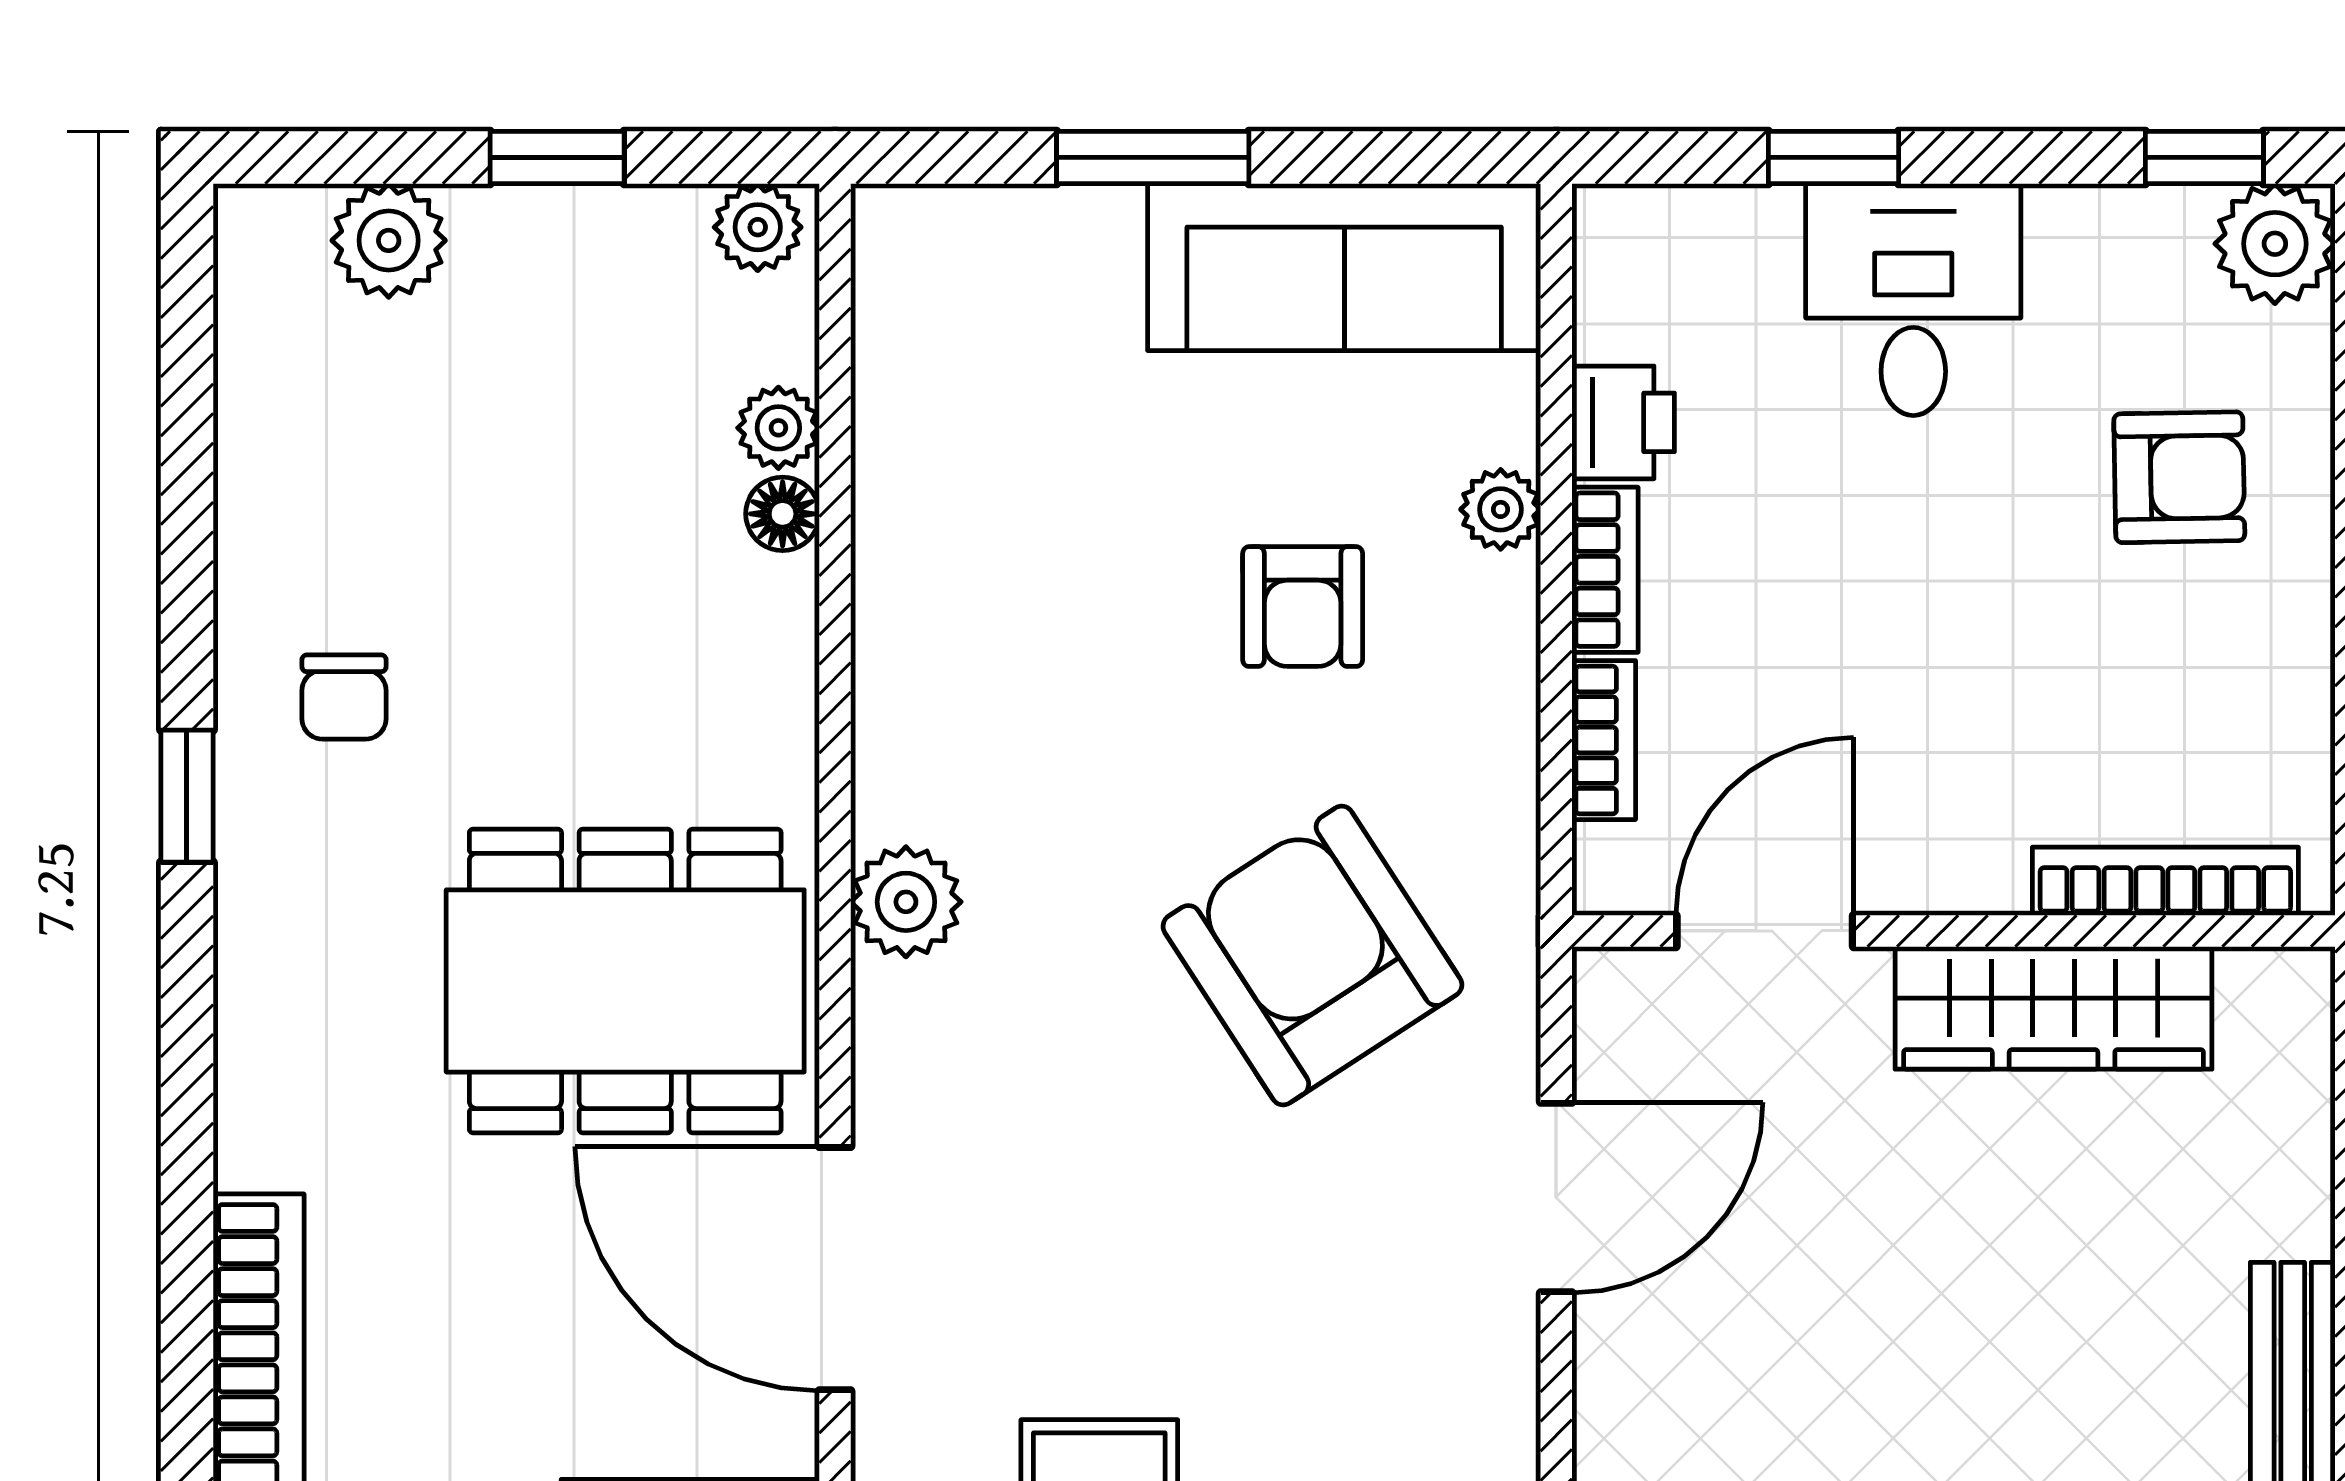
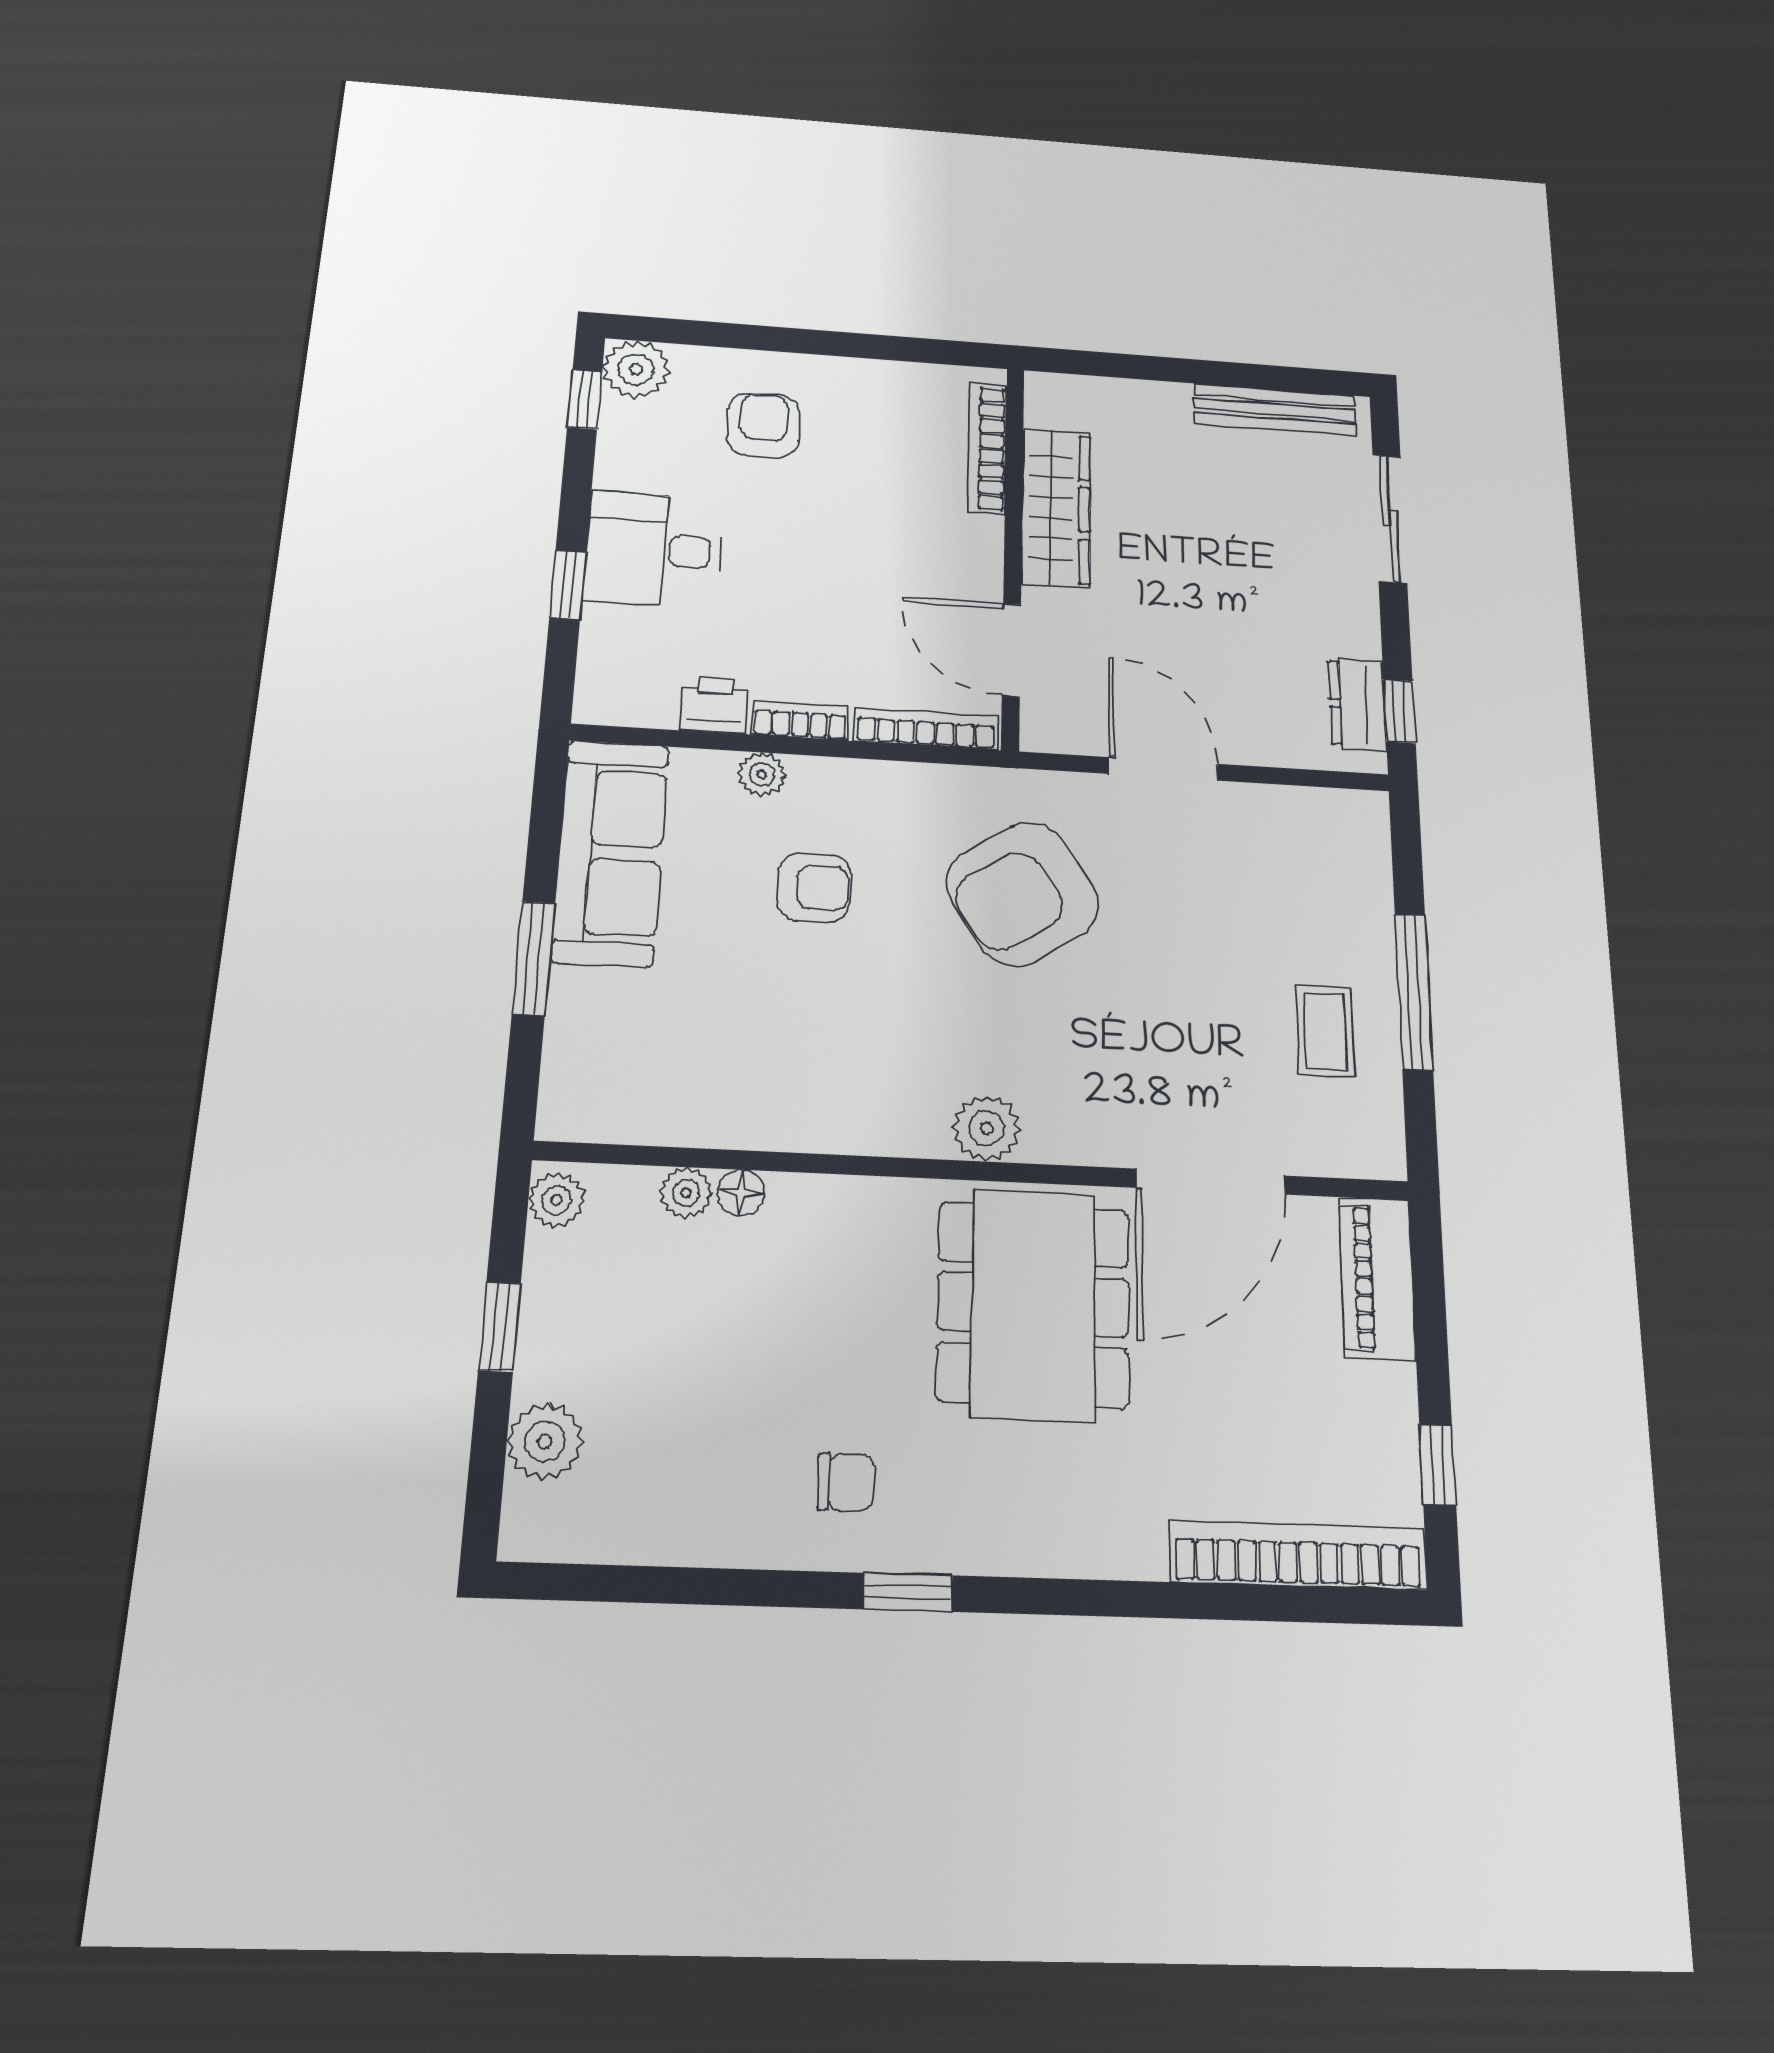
bookcase: (1604, 740) -> (926, 729), width x1.56

